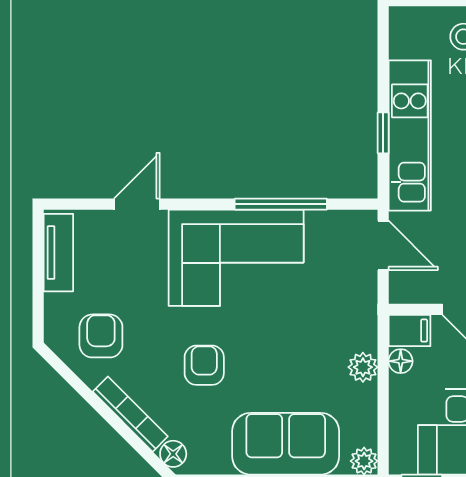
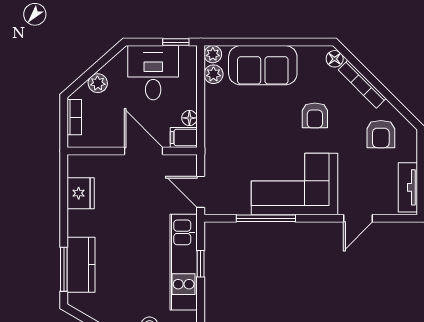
plant: (363, 367) -> (213, 74), moved

